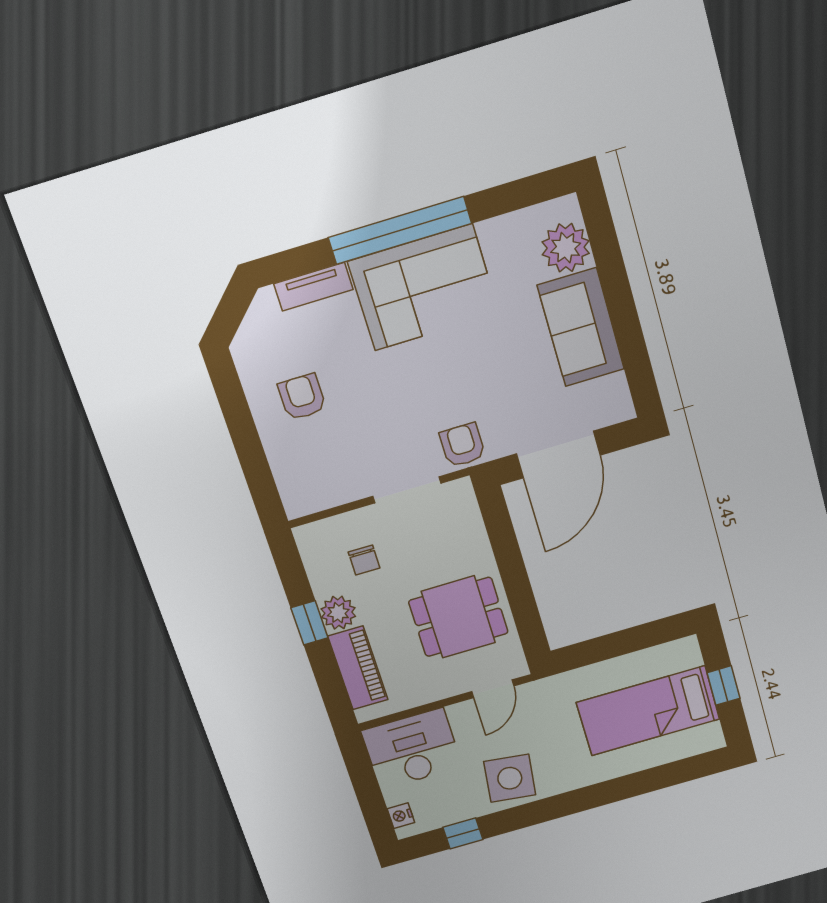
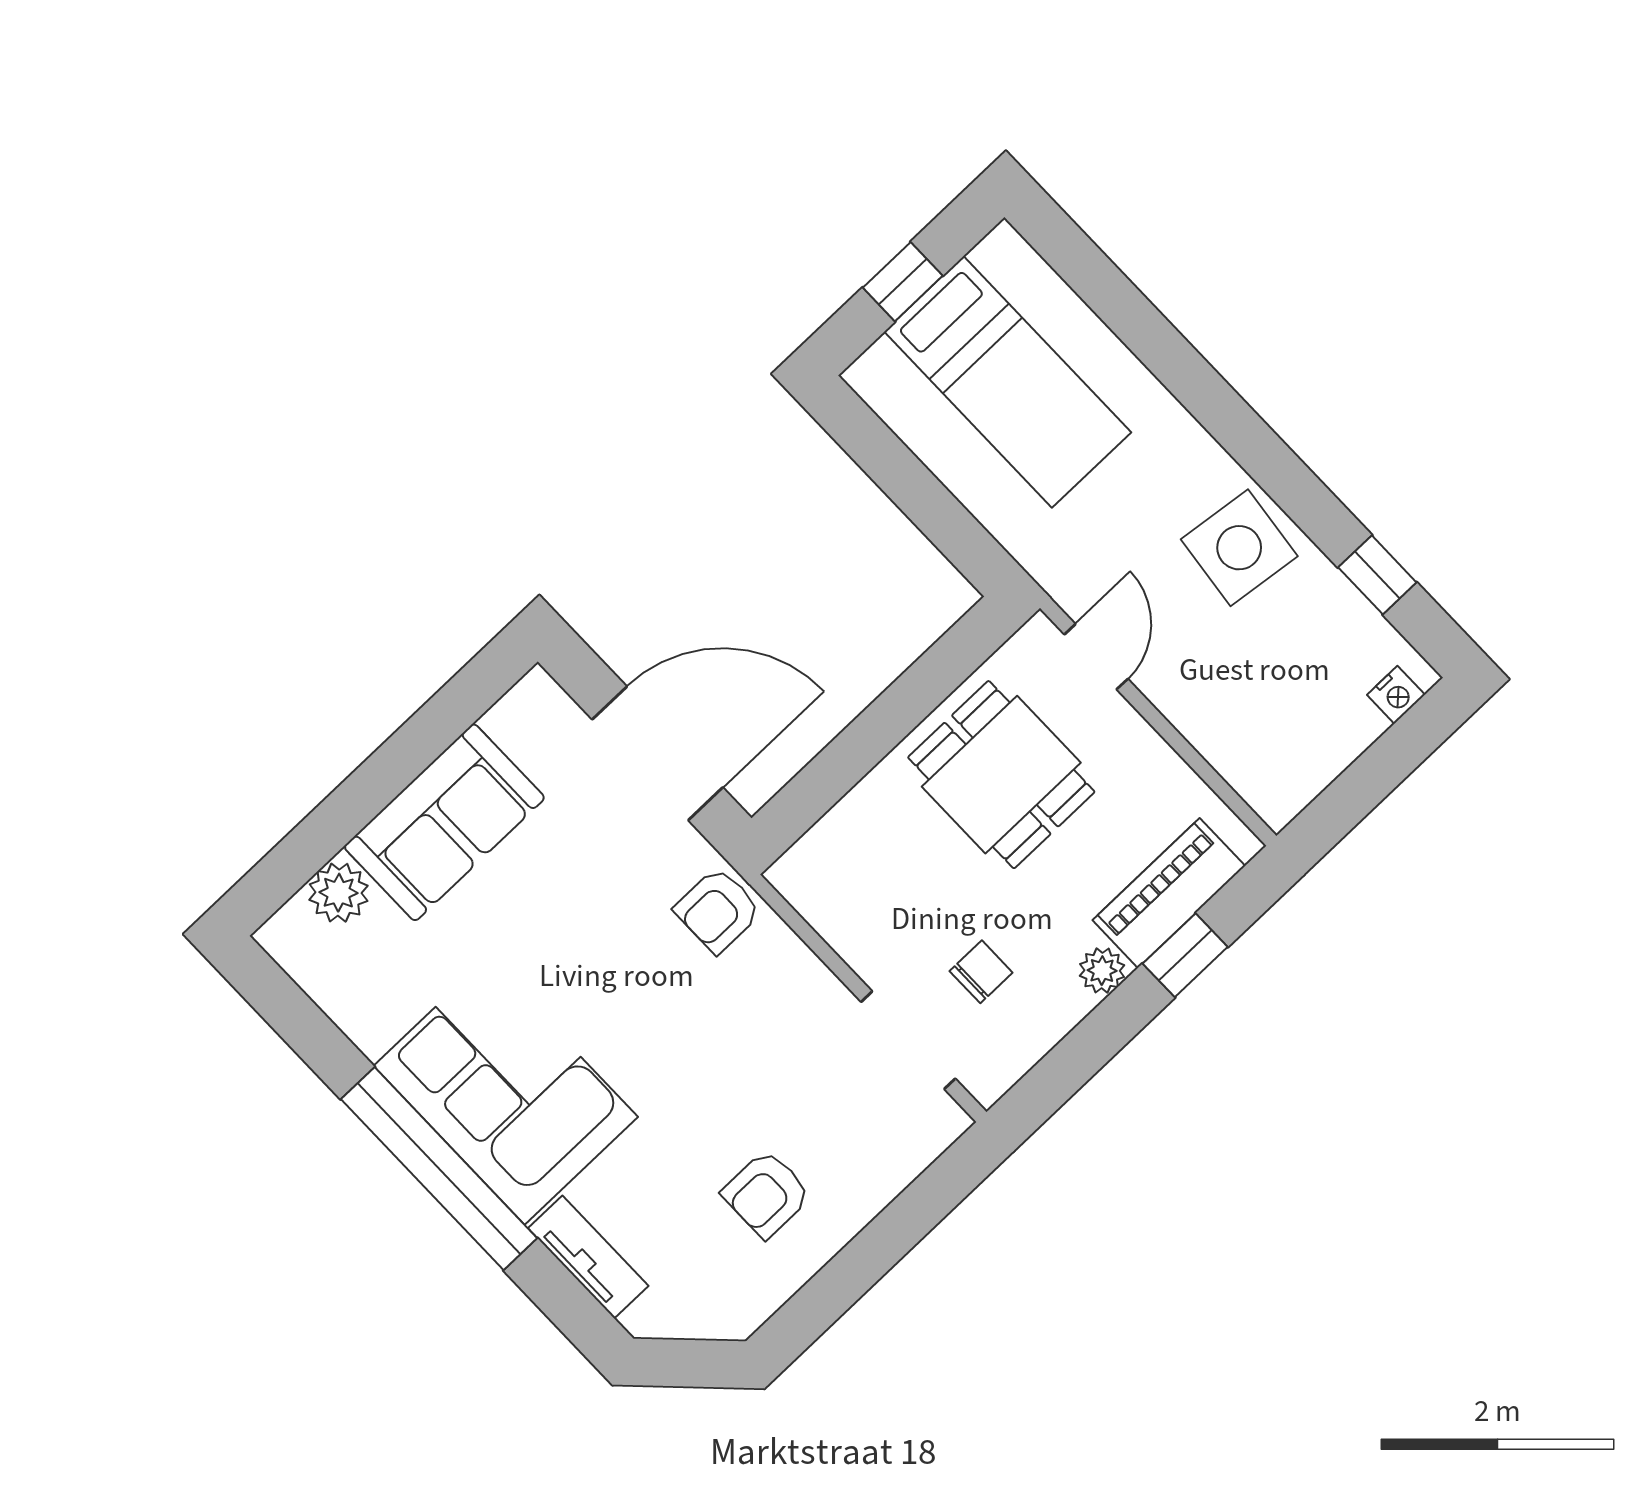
plant: (566, 248) -> (339, 893), width x0.73, depth x0.73
doorway: (407, 490) -> (908, 1040), moved
plant: (338, 613) -> (1102, 971), width x0.73, depth x0.73
window: (310, 623) -> (1185, 955), moved
door: (493, 689) -> (1096, 657), hinge flipped
desk: (412, 749) -> (1267, 736), removed

